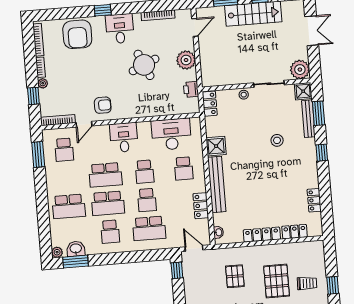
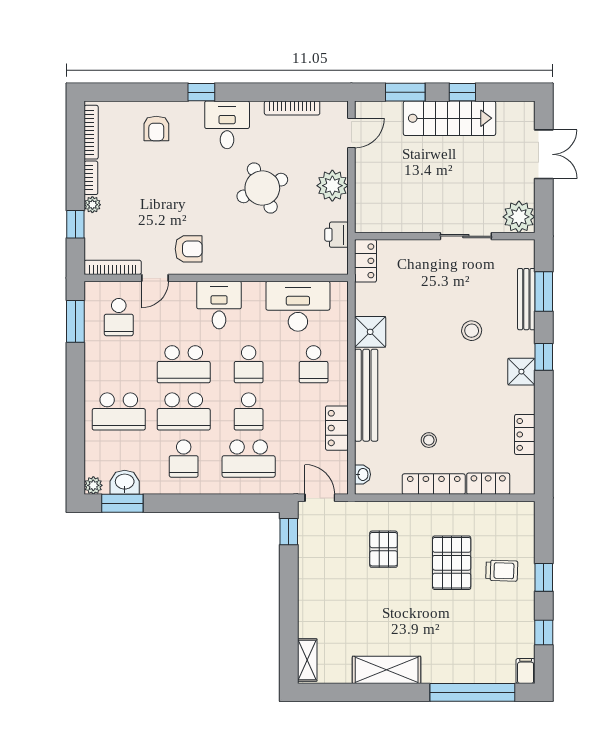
armchair: (77, 34) -> (156, 128), width x0.53, depth x0.53
shower: (303, 91) -> (521, 372), moved
stool: (244, 95) -> (429, 440), moved

